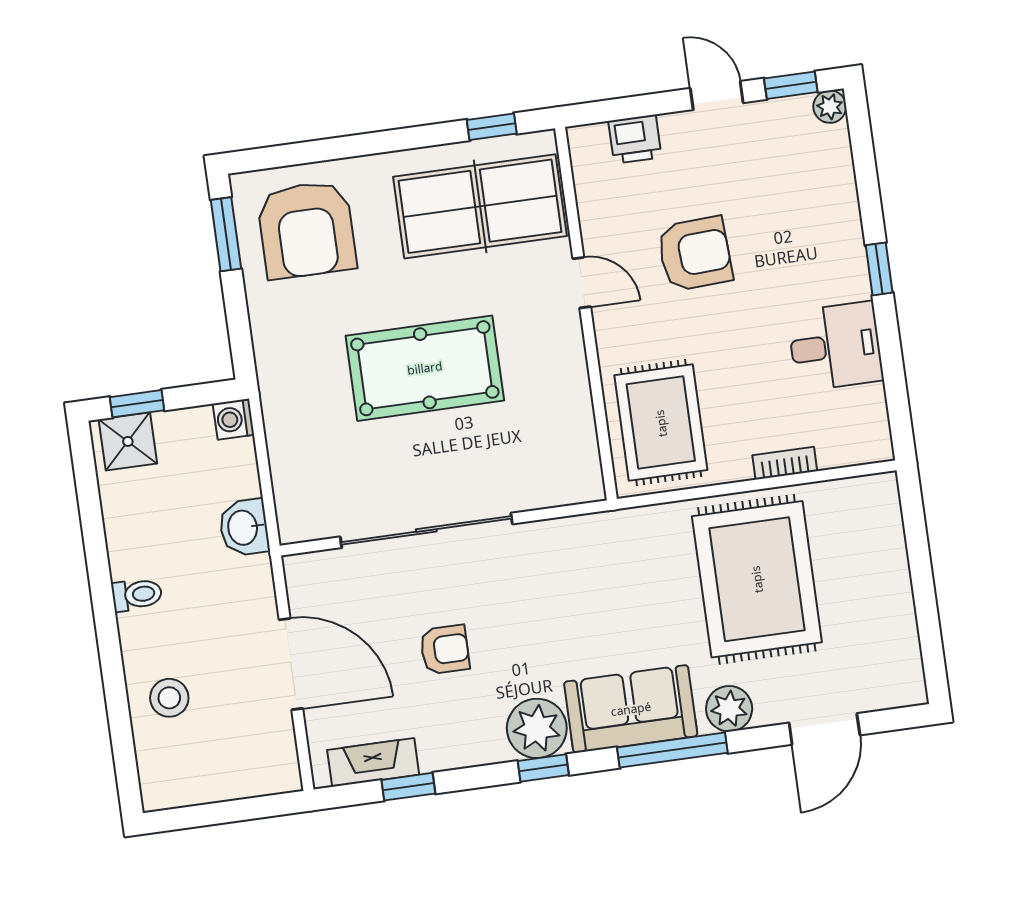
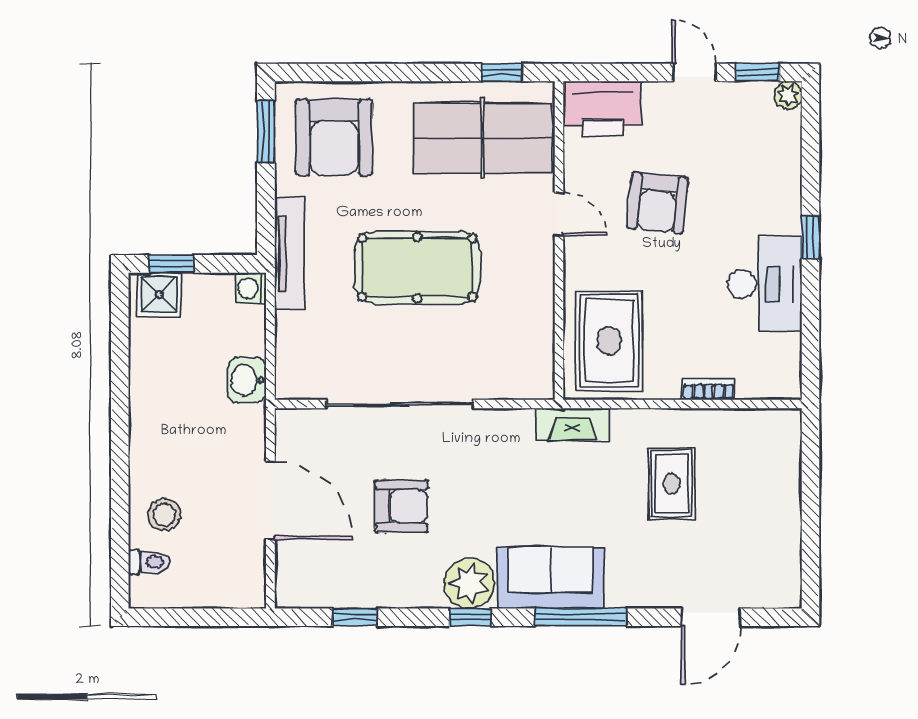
printer: (635, 139) -> (603, 109), width x1.87, depth x1.48
armchair: (695, 254) -> (658, 203), turned 99
desk: (835, 346) -> (765, 284), width x1.37
tv unit: (273, 373) -> (290, 254), added
rug: (757, 579) -> (672, 484), width x0.54, depth x0.49
toilet: (137, 595) -> (149, 562), moved
armchair: (445, 650) -> (401, 506), width x1.38, depth x1.38
plant: (729, 709) -> (633, 589), removed
fireplace: (373, 762) -> (573, 424), moved, turned 180

